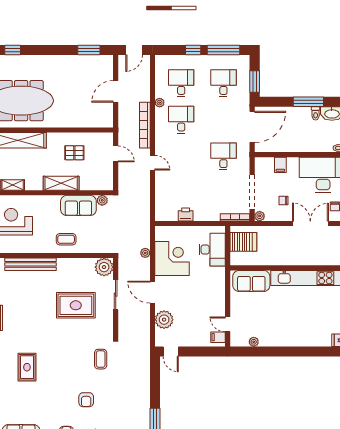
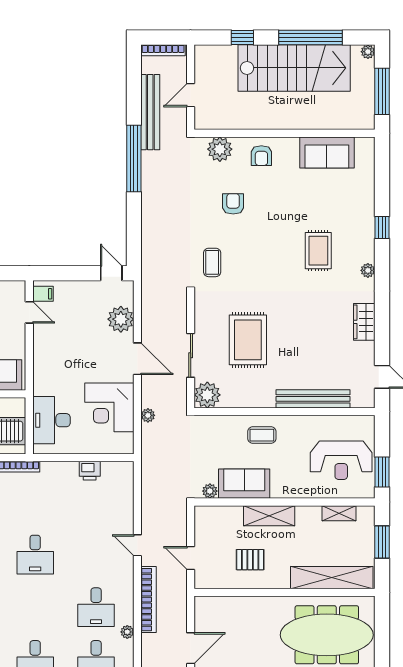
rug: (76, 305) -> (248, 340), turned 90

